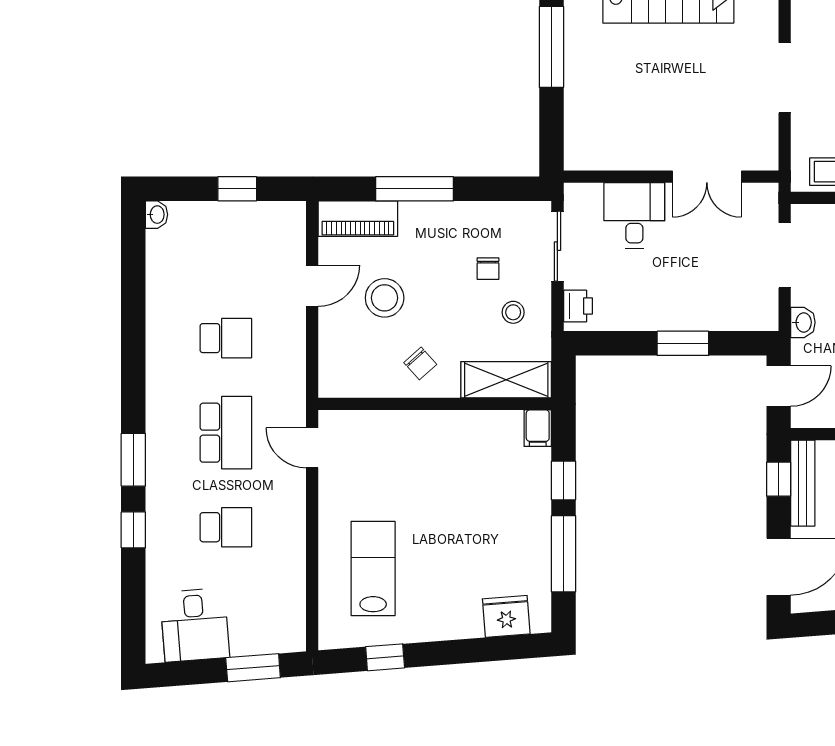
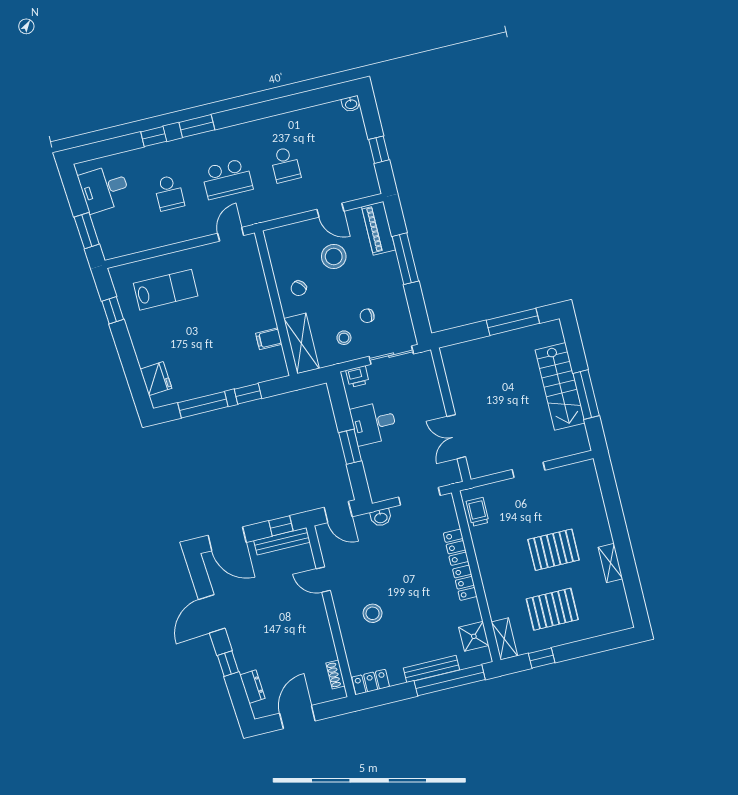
doorway: (785, 78) -> (529, 470), width x0.73
desk: (634, 215) -> (374, 423), moved, turned 180
filing cabinet: (538, 428) -> (269, 339), moved

